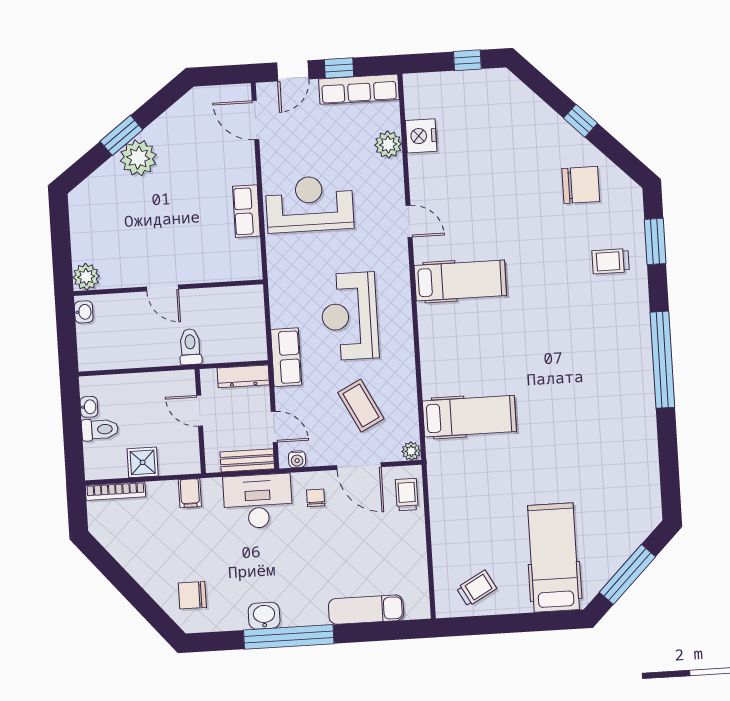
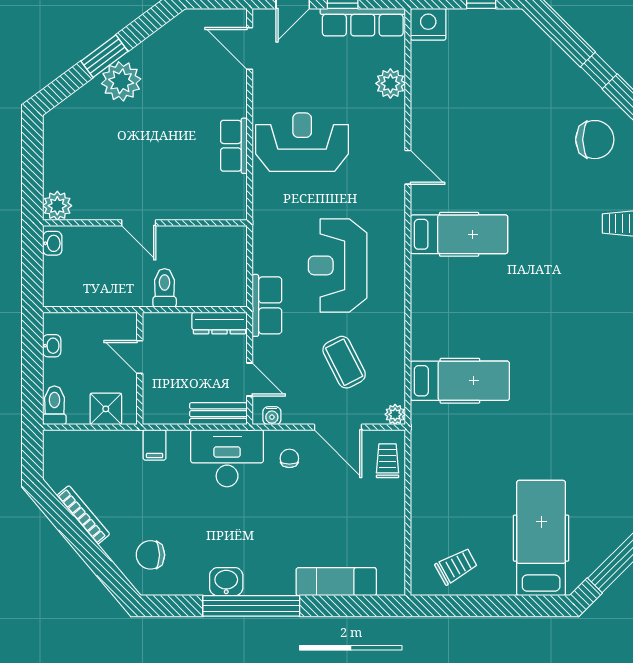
nightstand: (421, 136) -> (428, 24), moved, turned 90
door: (200, 411) -> (140, 357), moved
wall: (200, 421) -> (140, 368), moved
toilet: (100, 429) -> (54, 405), moved, turned -90
bookcase: (115, 491) -> (83, 515), moved, turned -130

